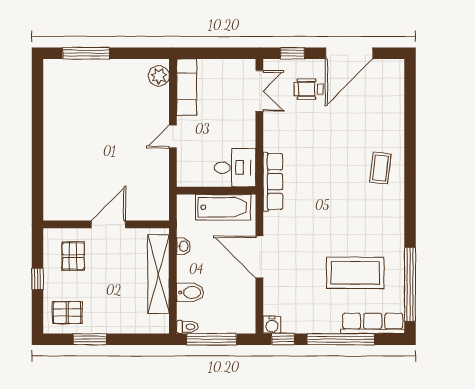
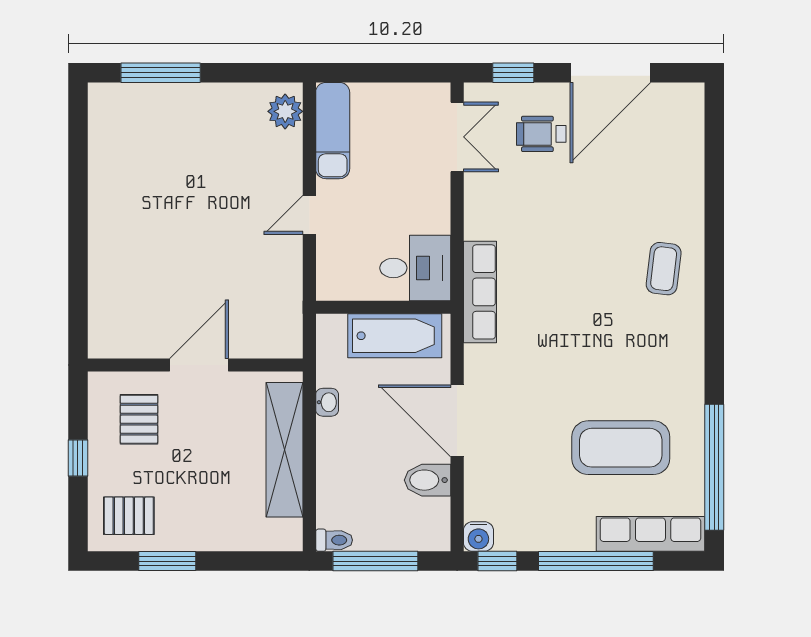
bidet: (190, 292) -> (428, 480), moved, turned 180

